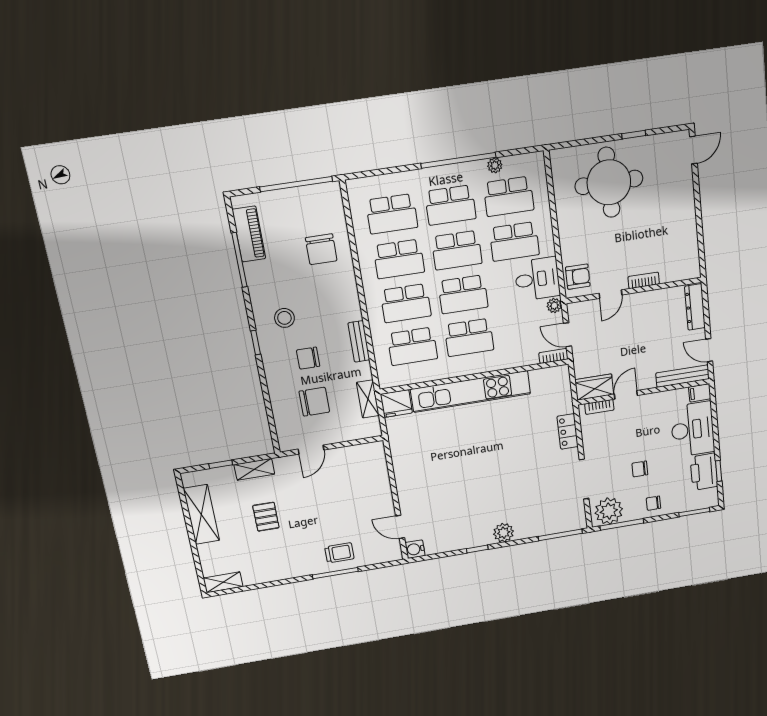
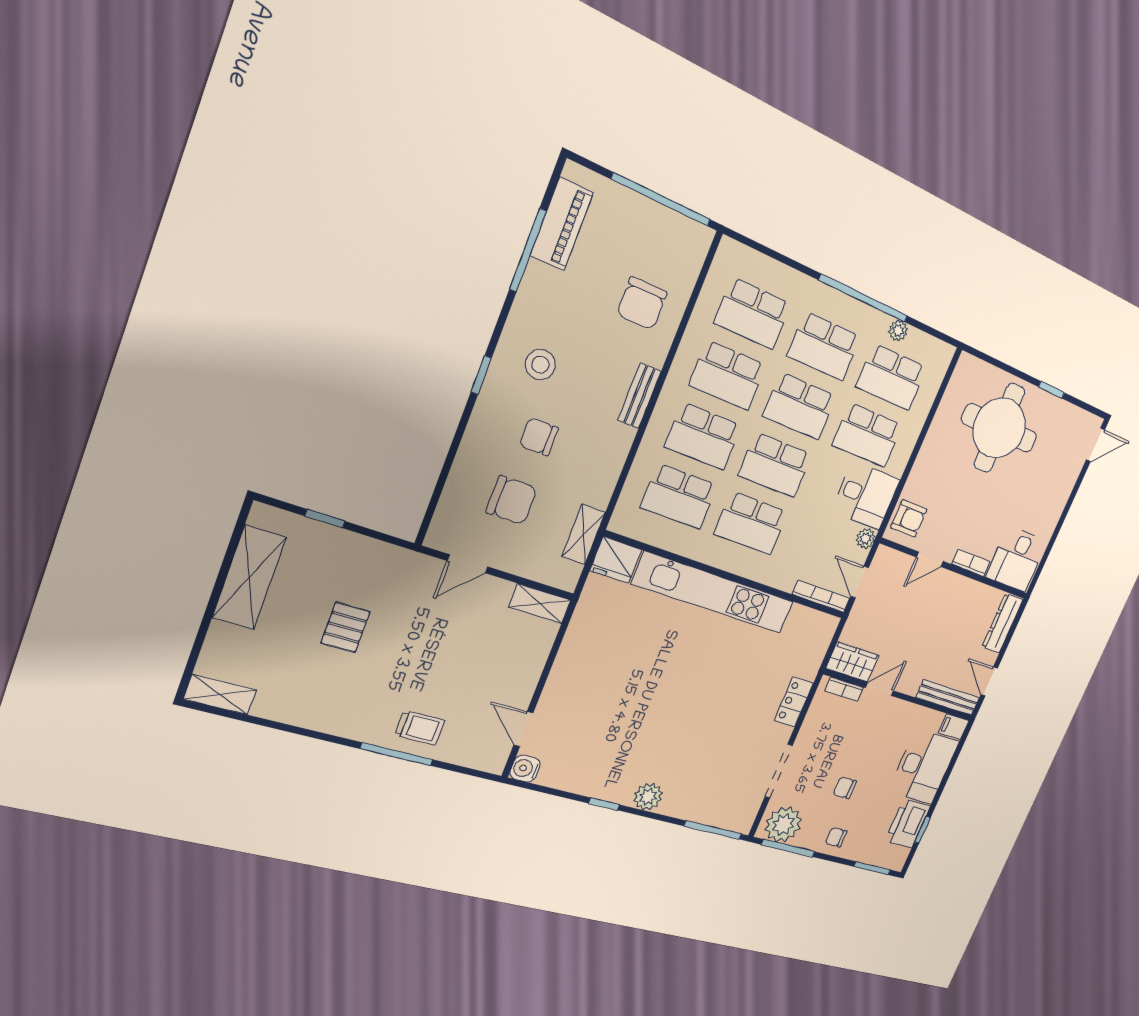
desk: (679, 259) -> (1017, 559), added
bench: (359, 341) -> (639, 396), moved
bookcase: (553, 356) -> (821, 596), width x1.56
shelving: (254, 469) -> (540, 604), moved

